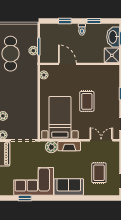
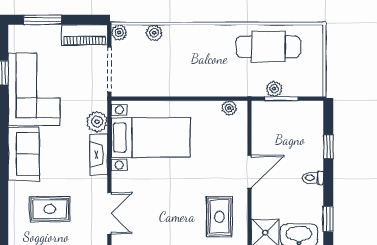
window: (94, 21) -> (328, 219), moved
door: (67, 64) -> (250, 172), moved
rug: (87, 101) -> (219, 217), moved, turned 90

